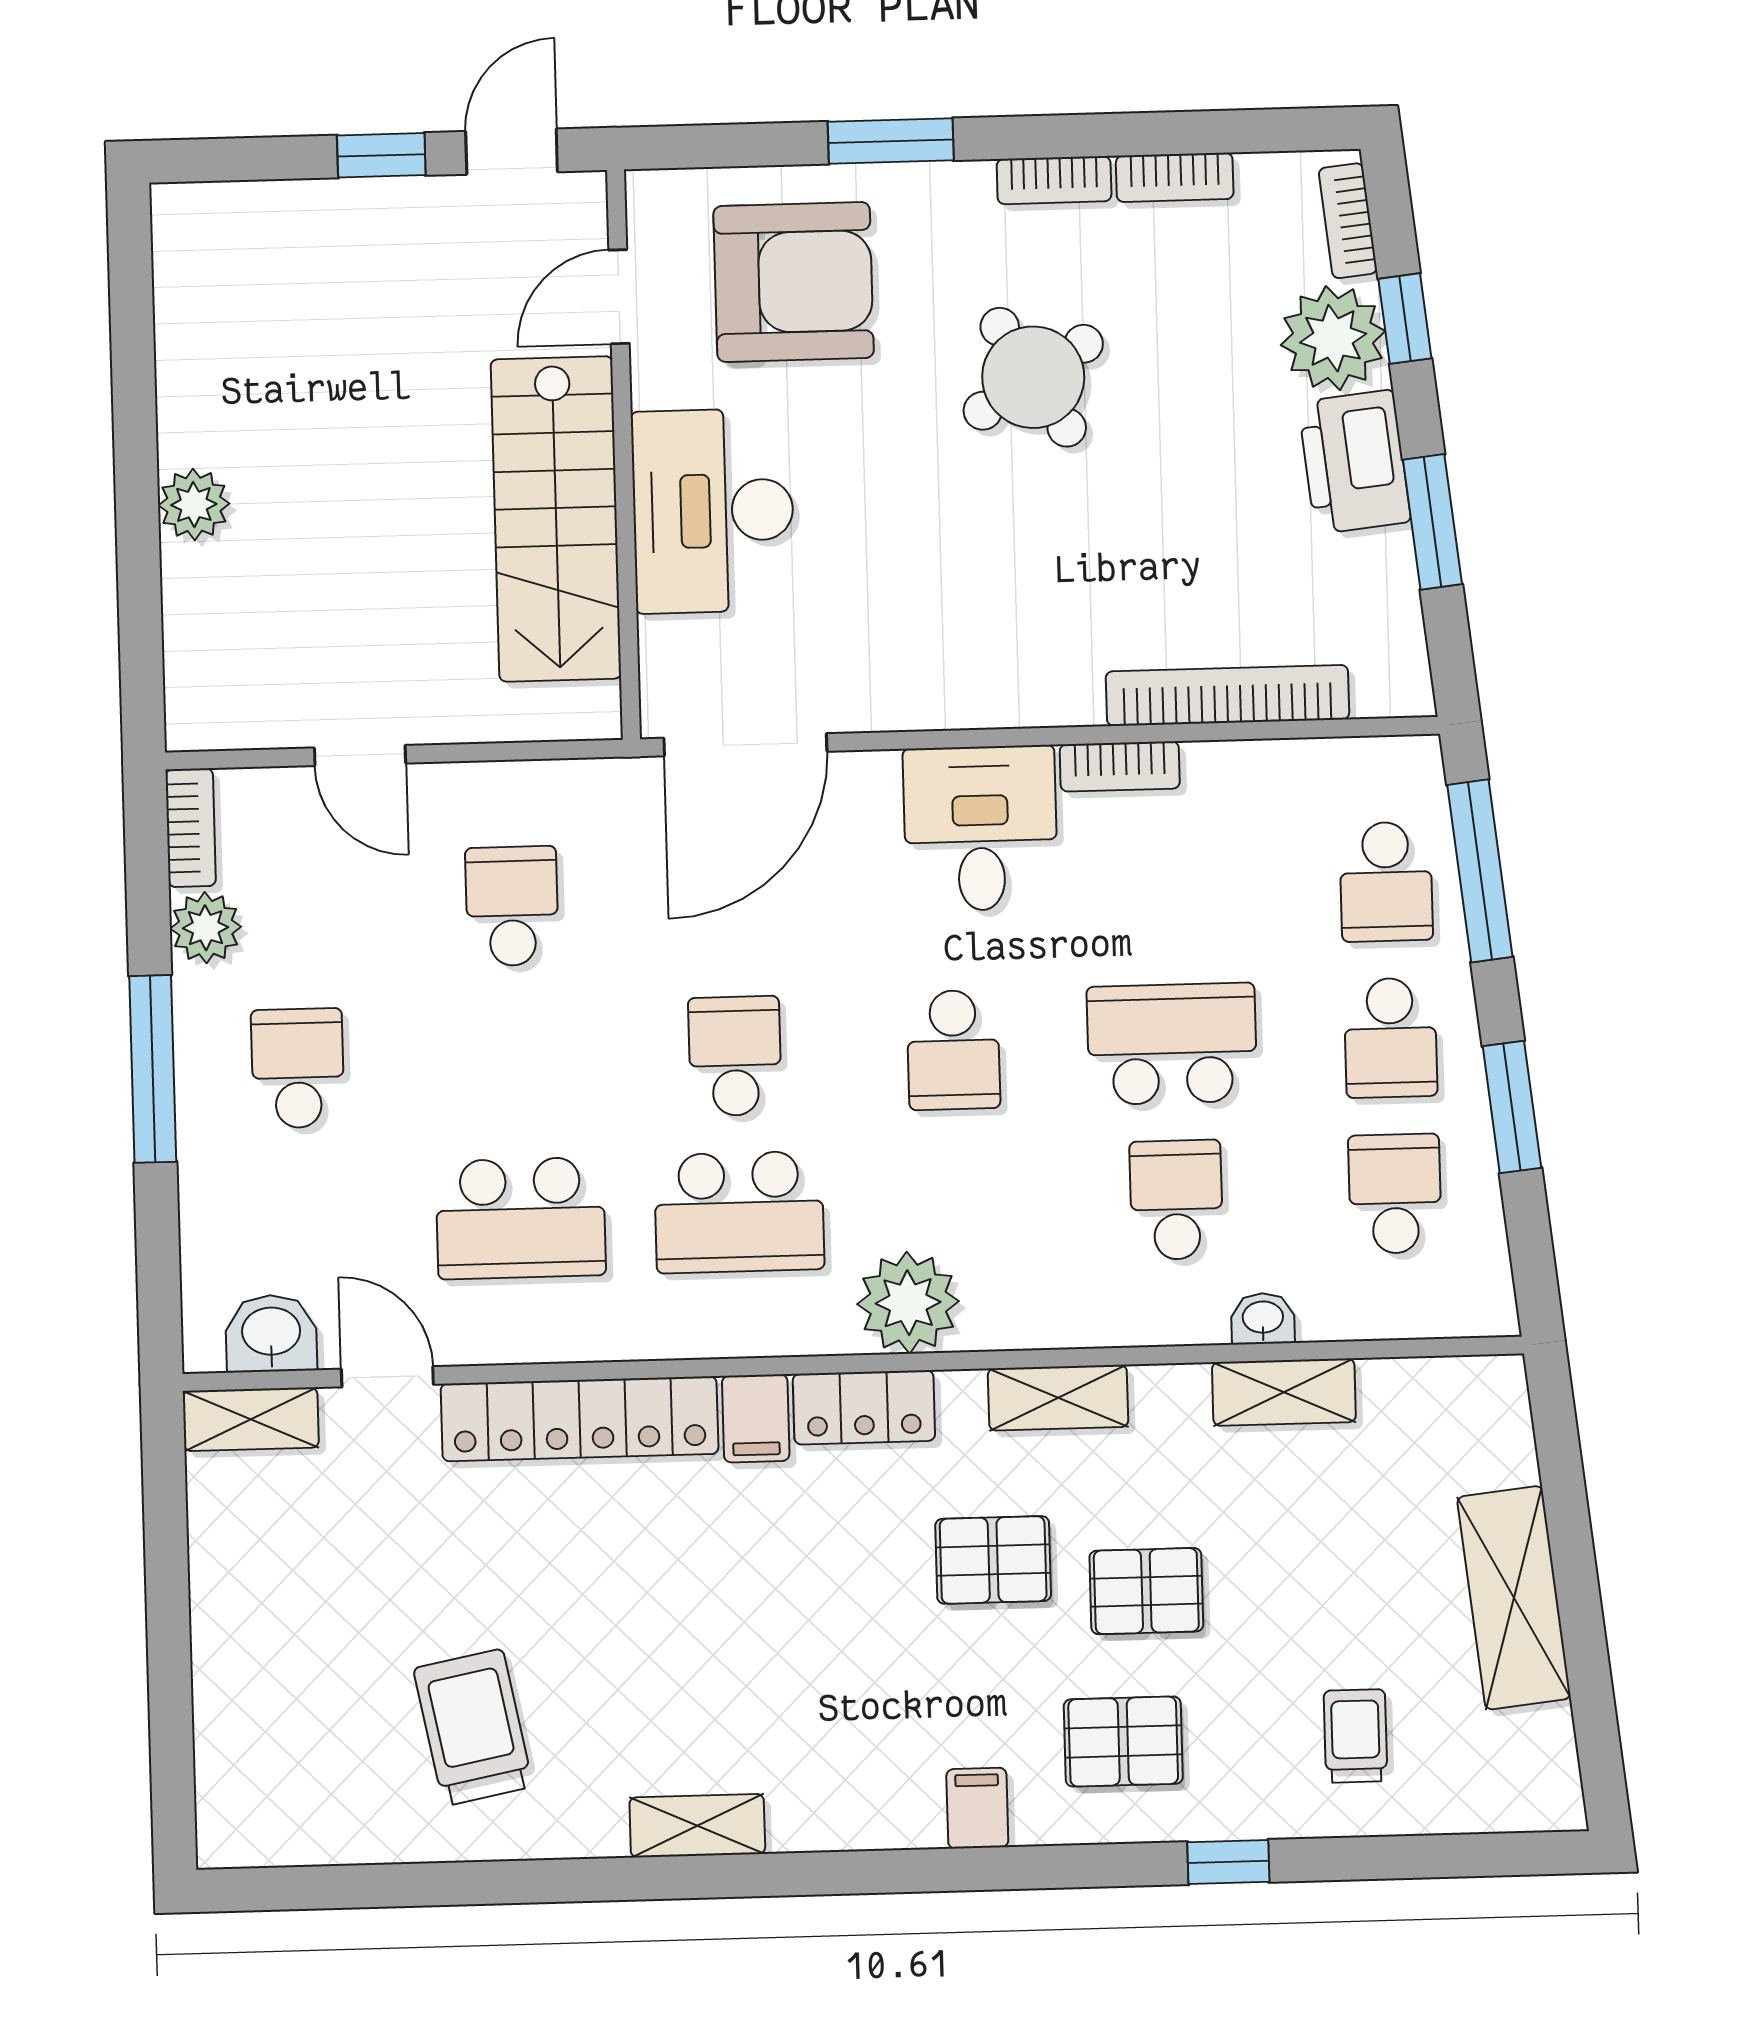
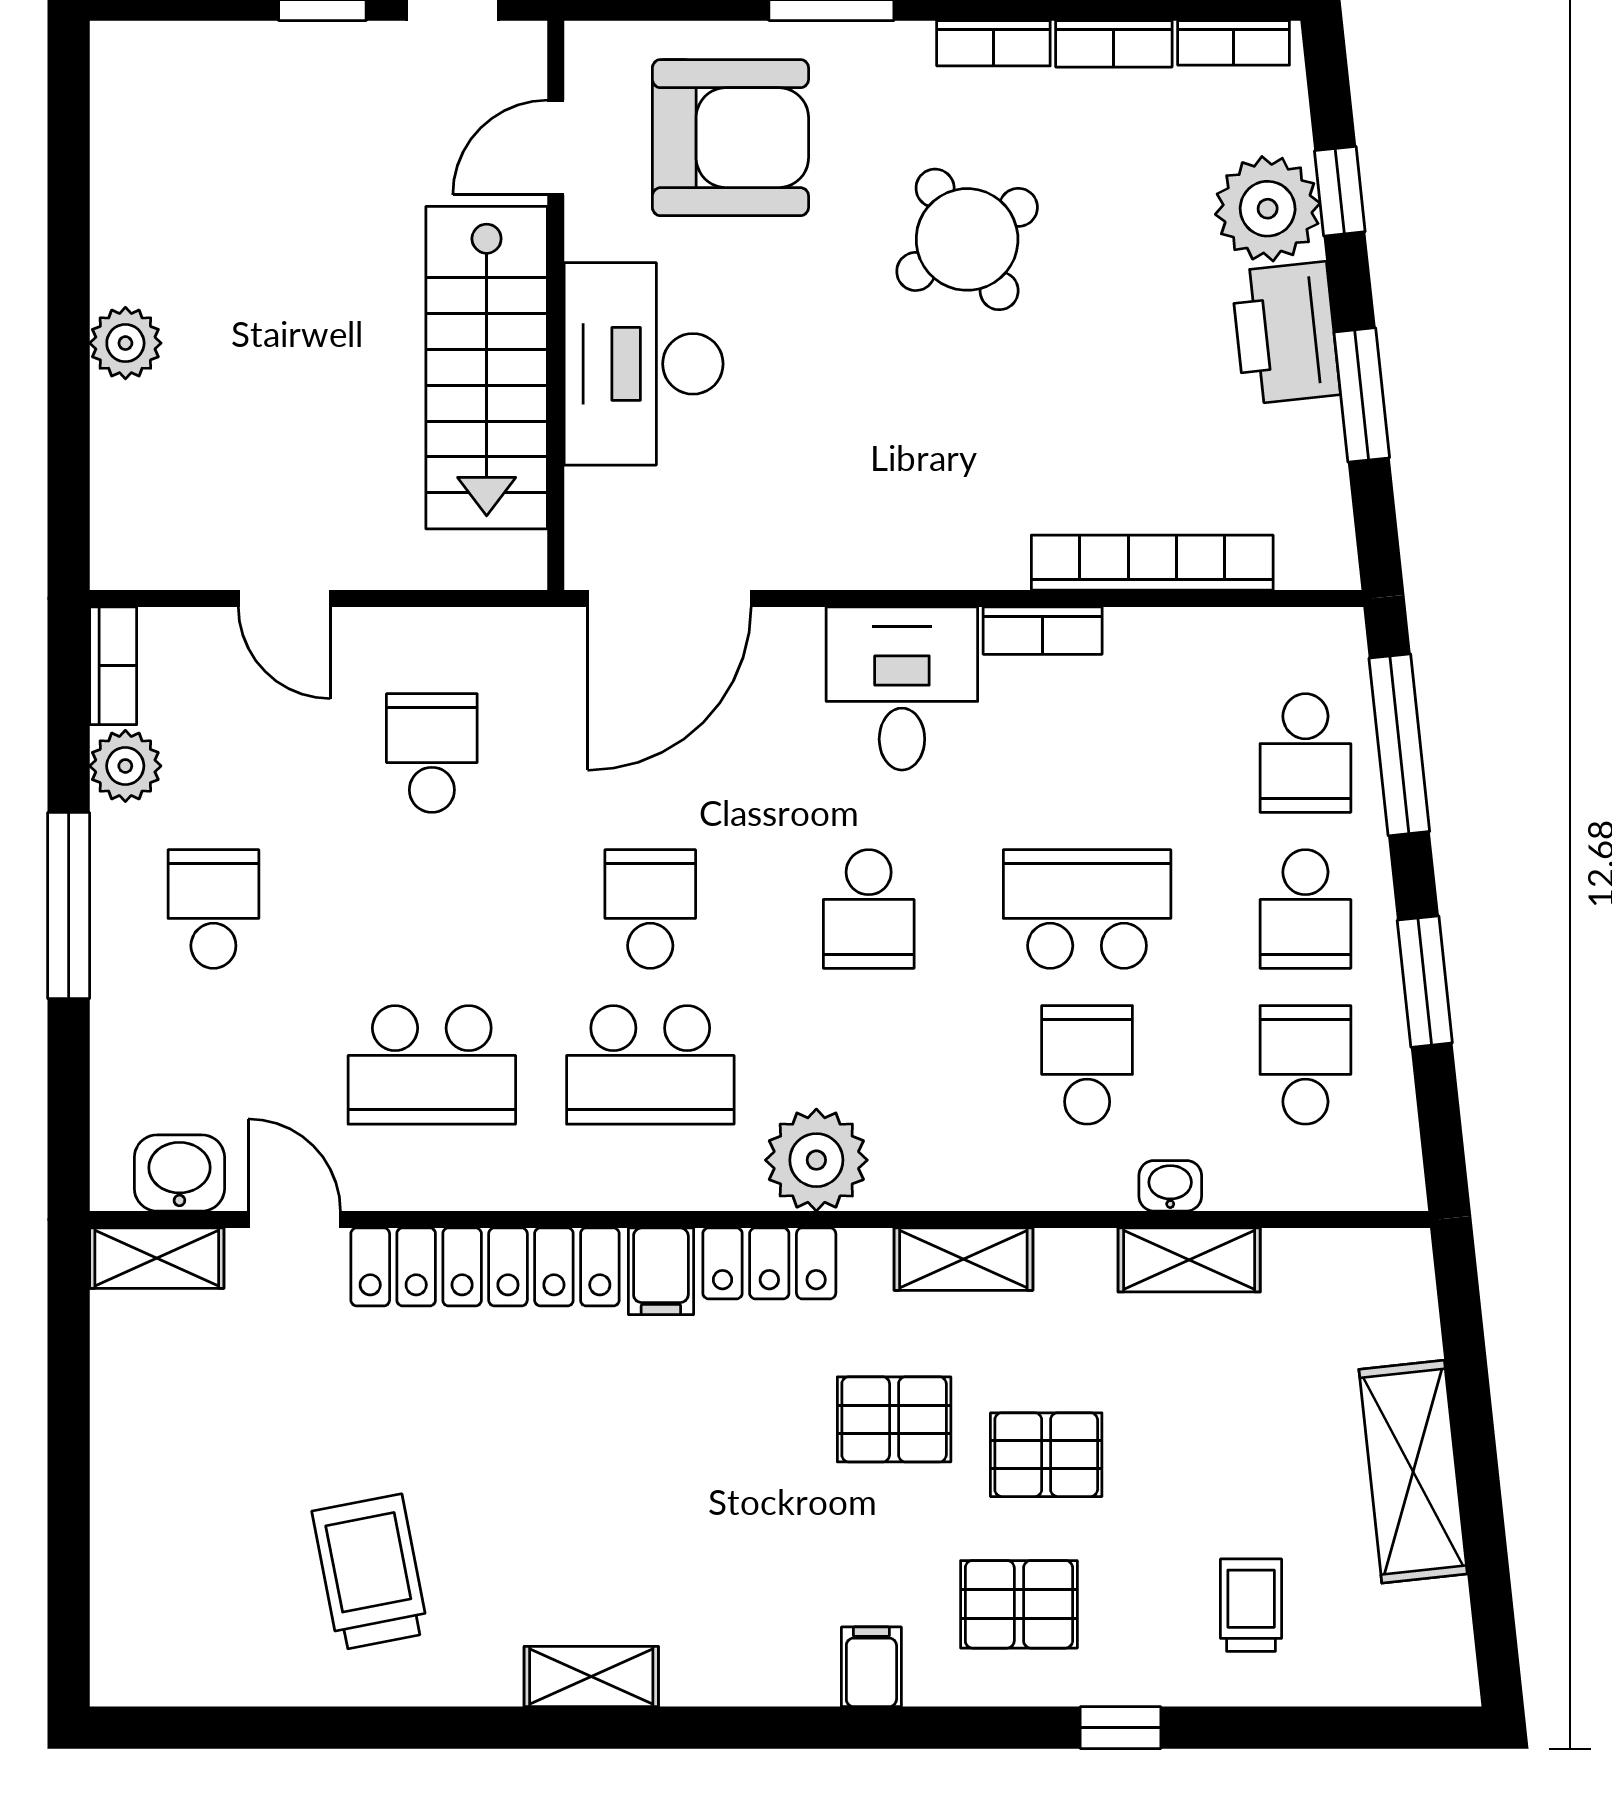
bookcase: (1348, 221) -> (1234, 43), moved, turned -84

